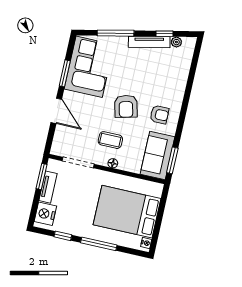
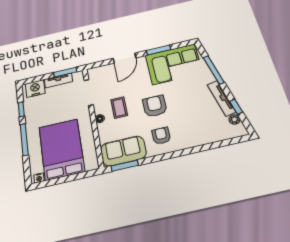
armchair: (126, 106) -> (155, 106), turned 104
armchair: (159, 115) -> (161, 136), turned 180

